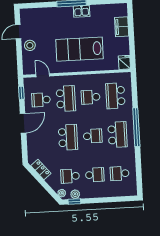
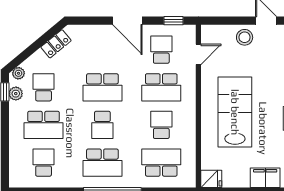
school desk: (95, 175) -> (44, 125), width x1.85

